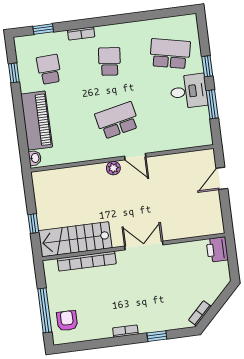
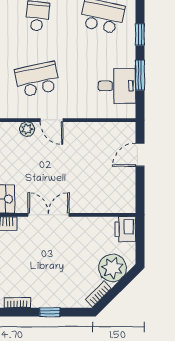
desk: (189, 91) -> (117, 86), moved
plant: (210, 287) -> (112, 268), added

